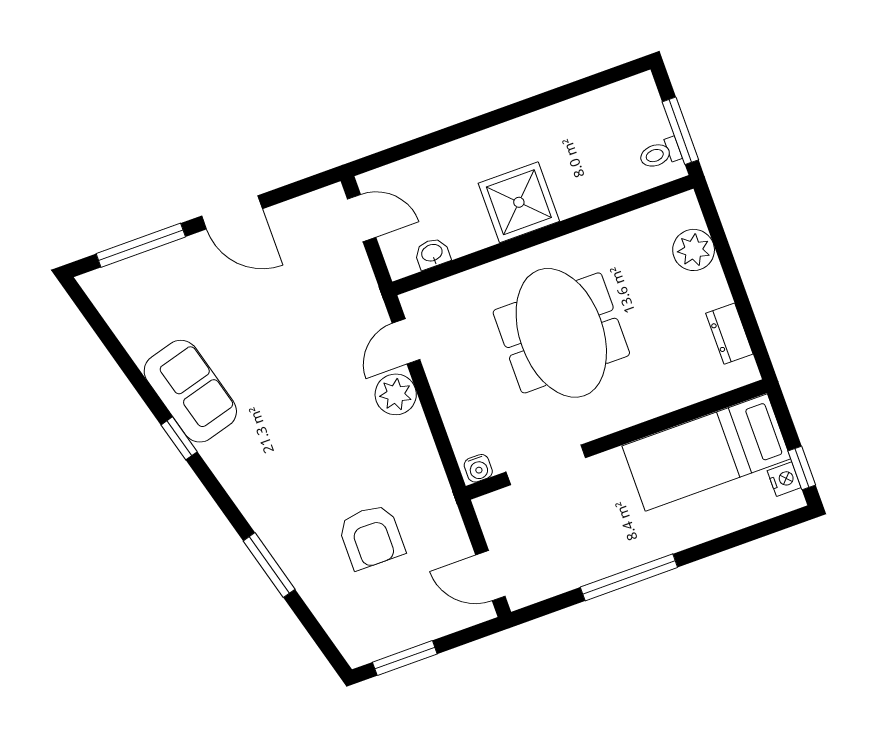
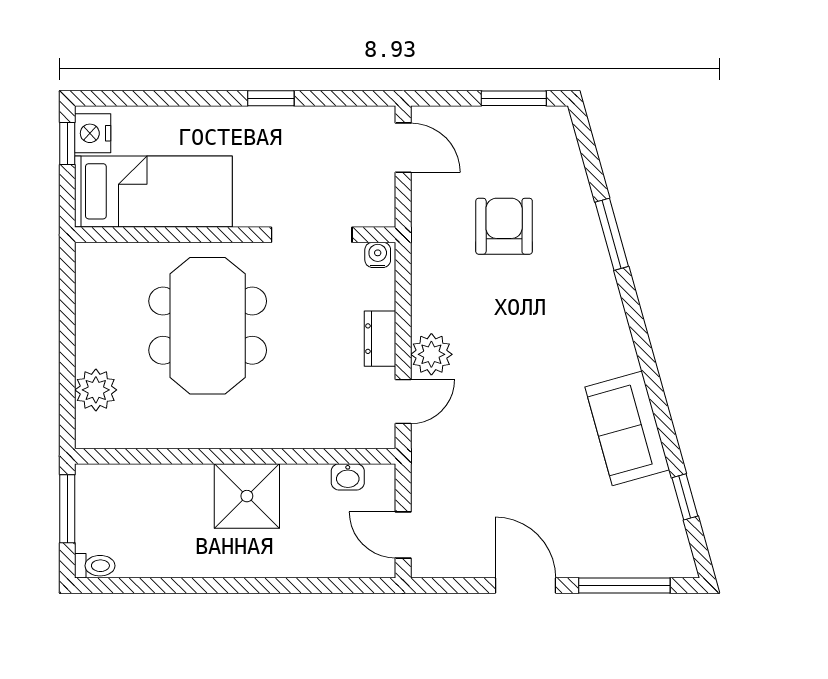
toilet: (660, 154) -> (95, 566), moved
meeting table: (561, 333) -> (208, 326), moved
dresser: (729, 334) -> (380, 339), moved, turned 180
window: (179, 438) -> (685, 497), moved
nightstand: (784, 479) -> (93, 133), width x1.39, depth x1.35
window: (629, 577) -> (271, 98), width x0.46

